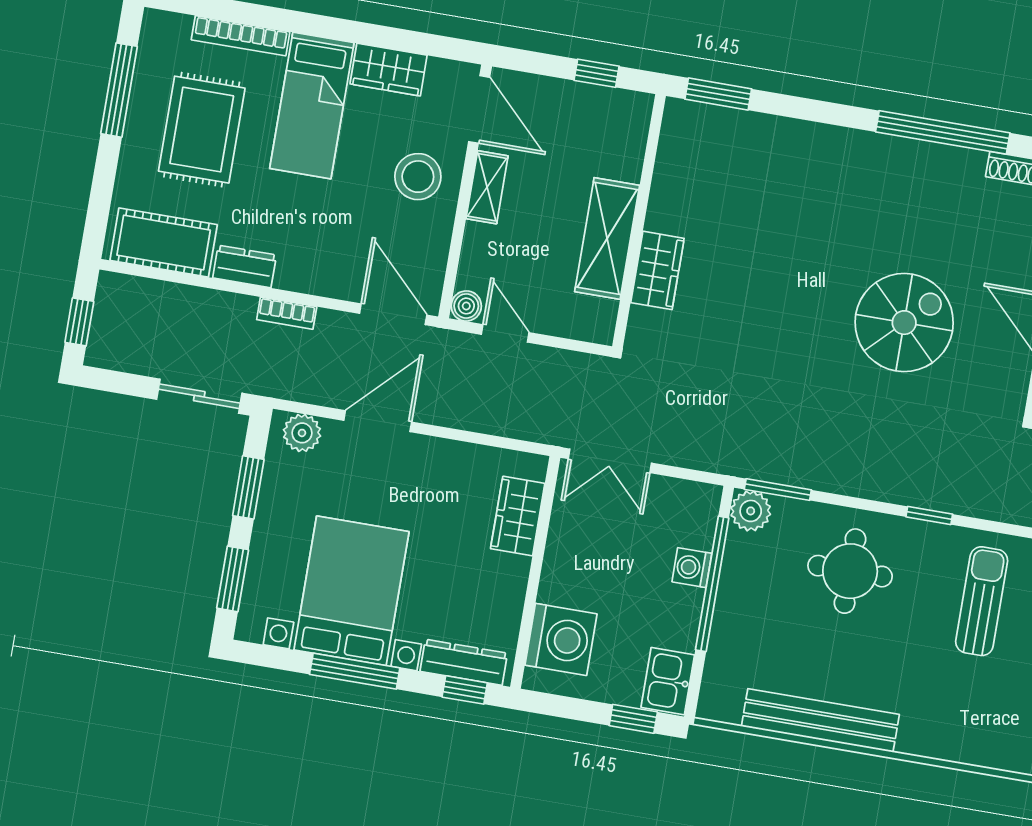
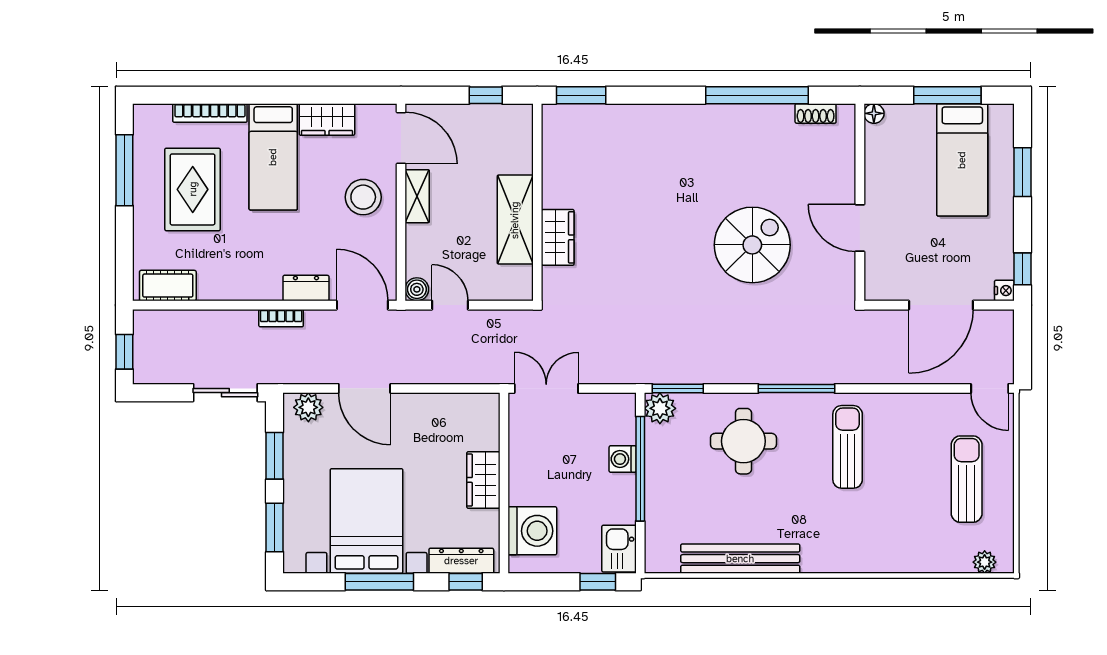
cot: (164, 243) -> (168, 286), width x0.73, depth x0.75
dresser: (245, 266) -> (306, 288), moved
door: (378, 421) -> (364, 388), swing flipped
double door: (610, 461) -> (546, 388), swing flipped
window: (929, 515) -> (797, 388), width x2.17
wardrobe: (518, 516) -> (483, 480), moved

